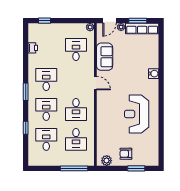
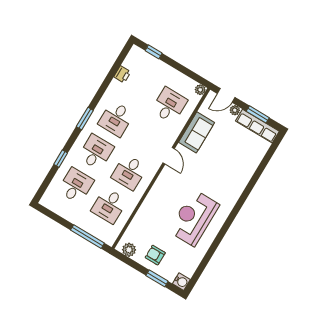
water cooler: (154, 74) -> (181, 282), moved
desk: (46, 80) -> (116, 119), turned 180

